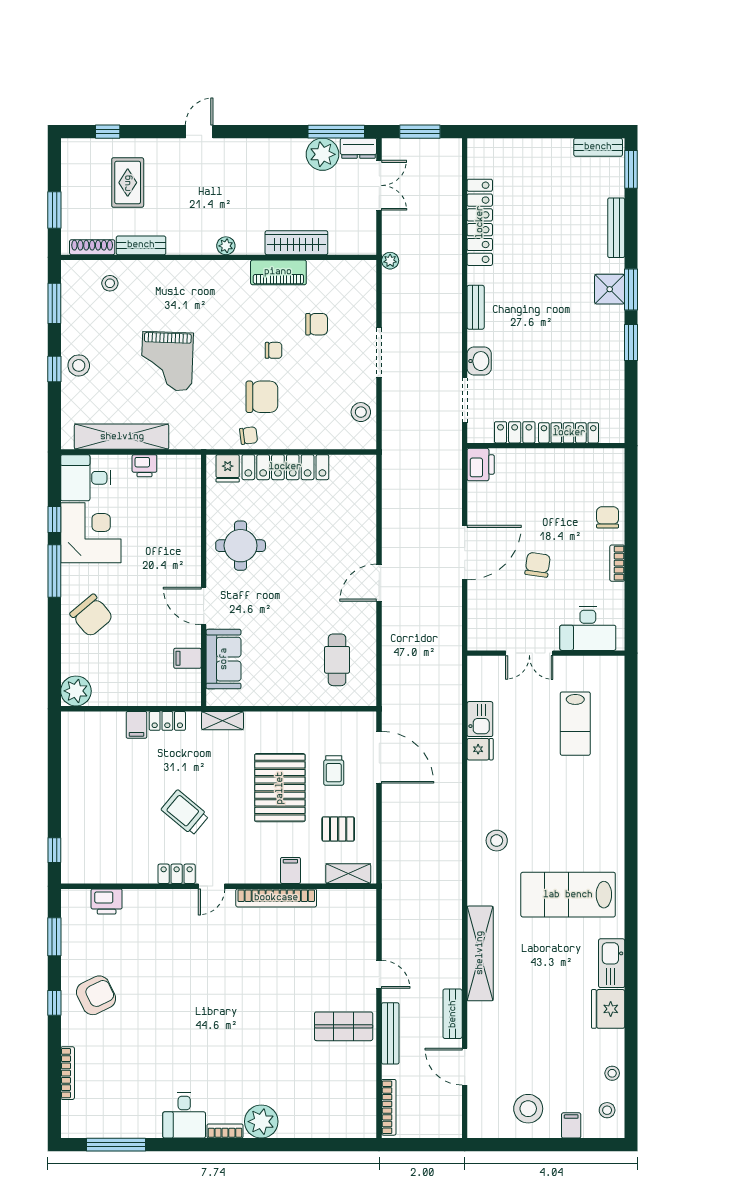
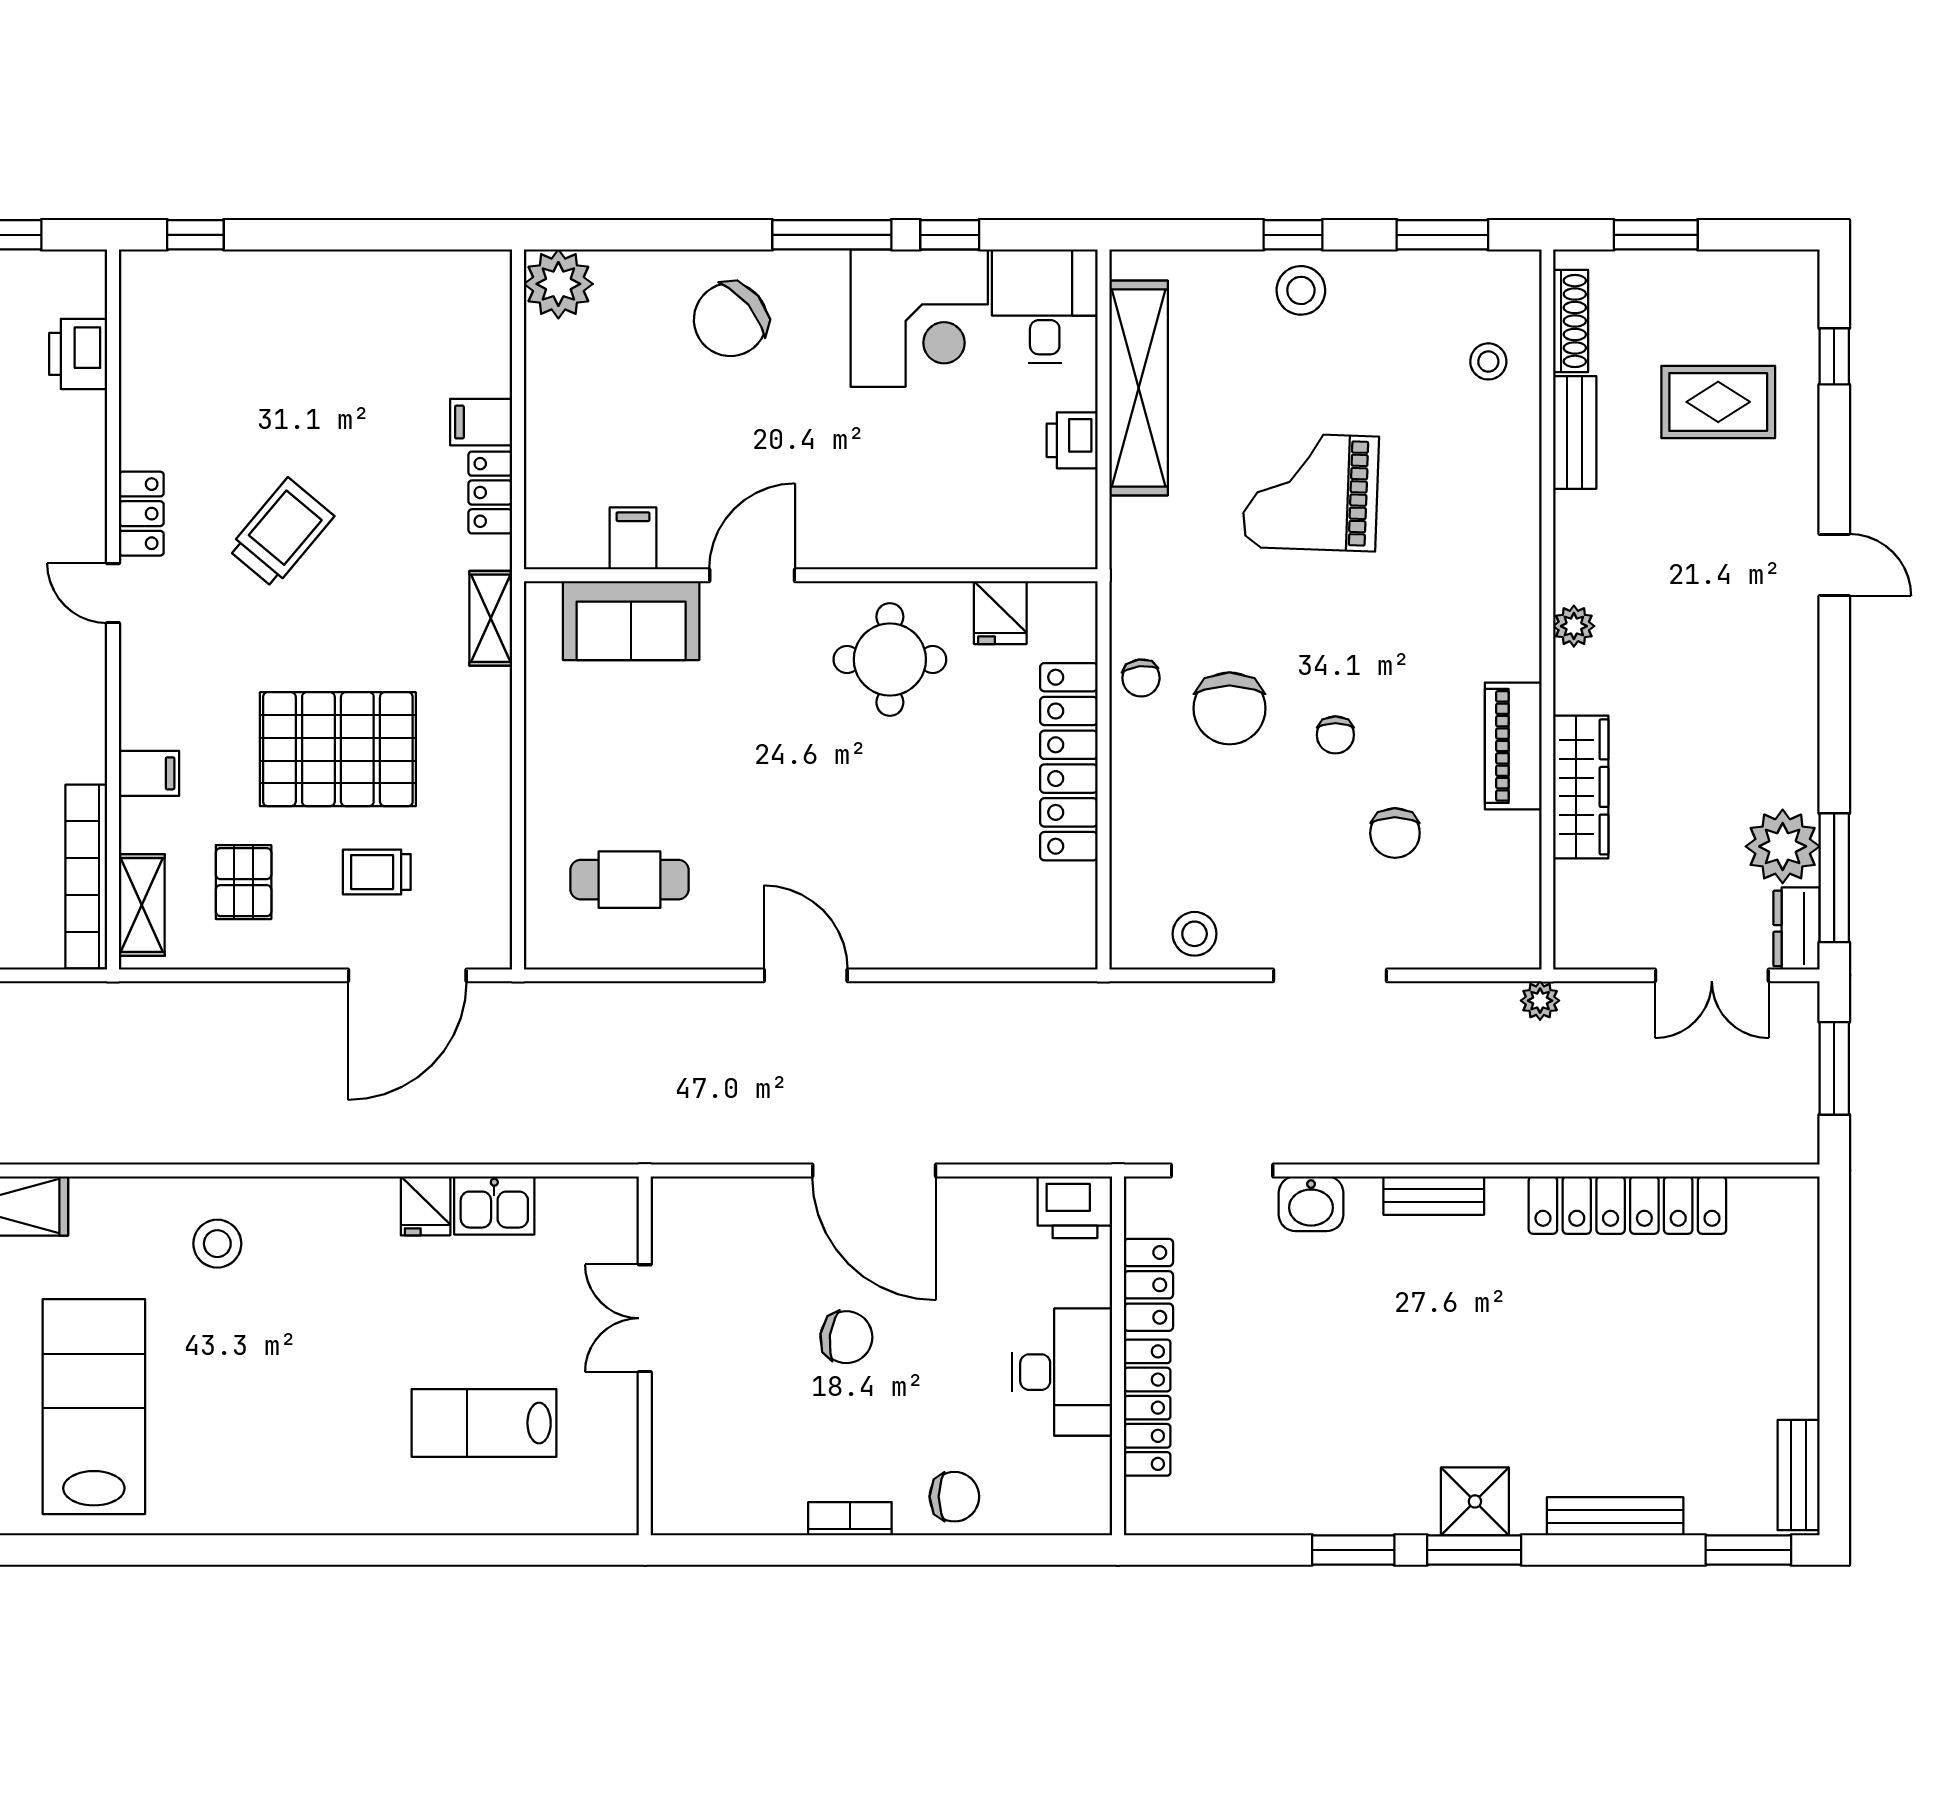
fridge: (228, 468) -> (1000, 613), moved, turned -90
desk: (588, 629) -> (1062, 1372), moved, turned 180
bookcase: (276, 898) -> (86, 877), moved

